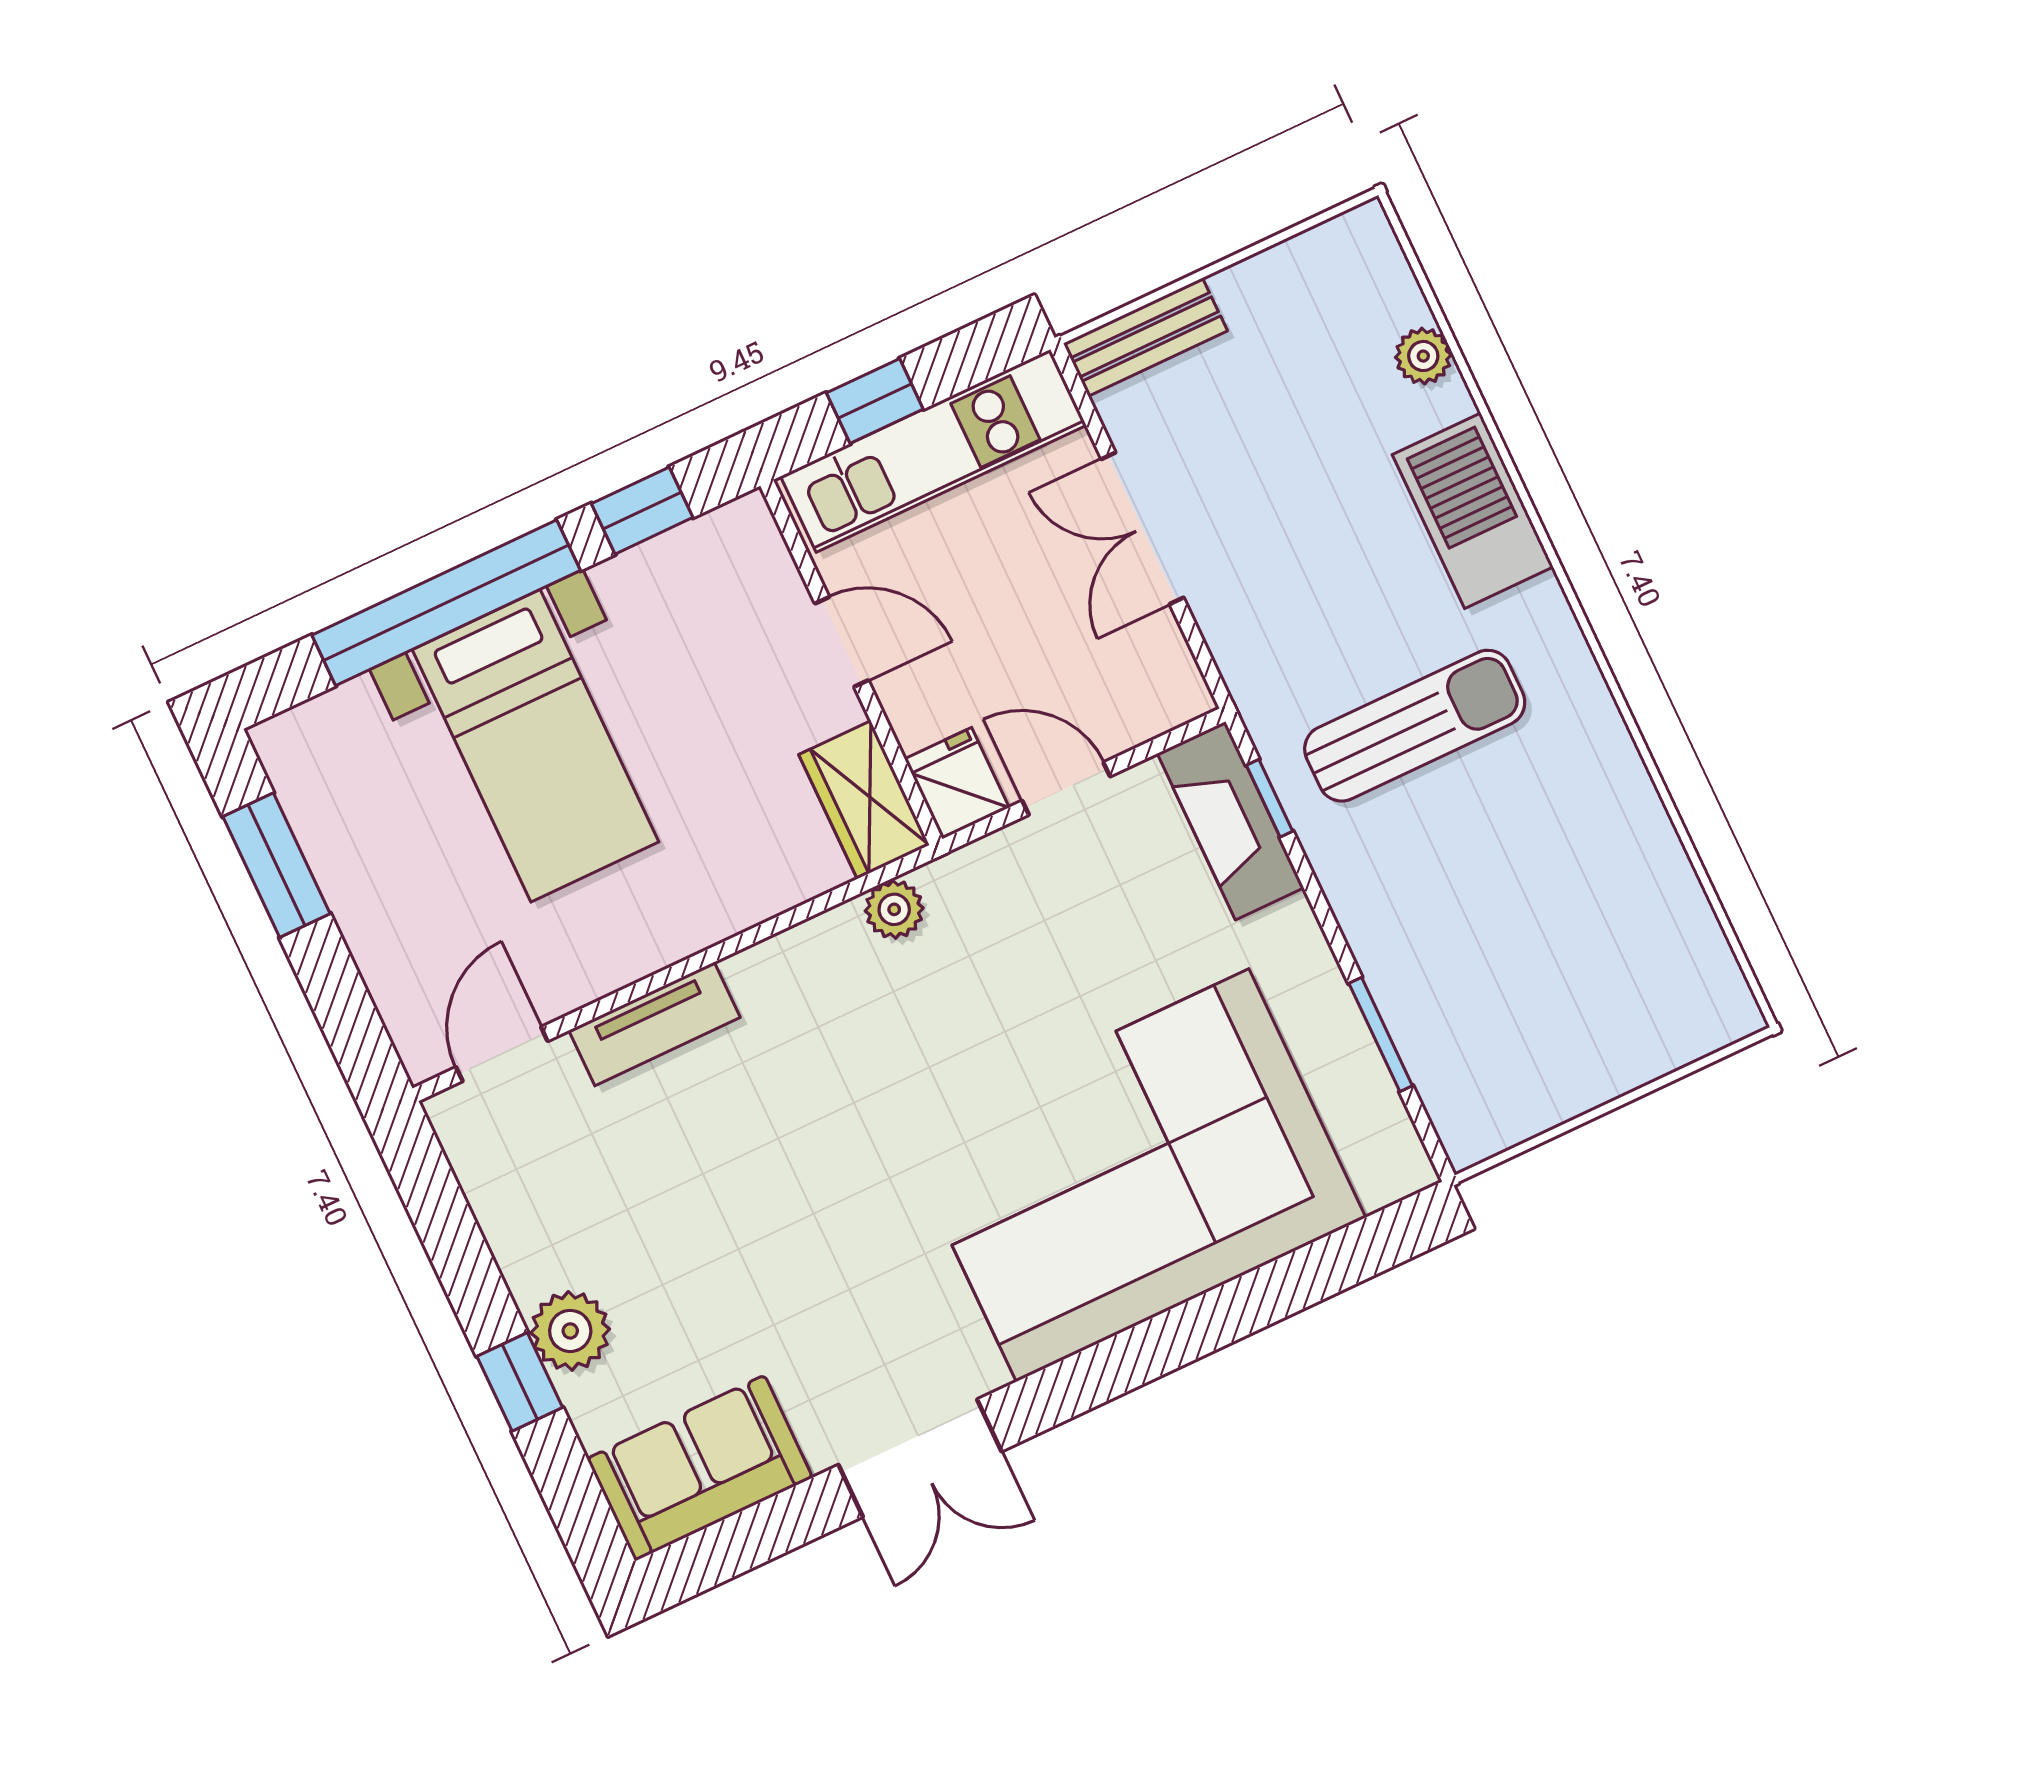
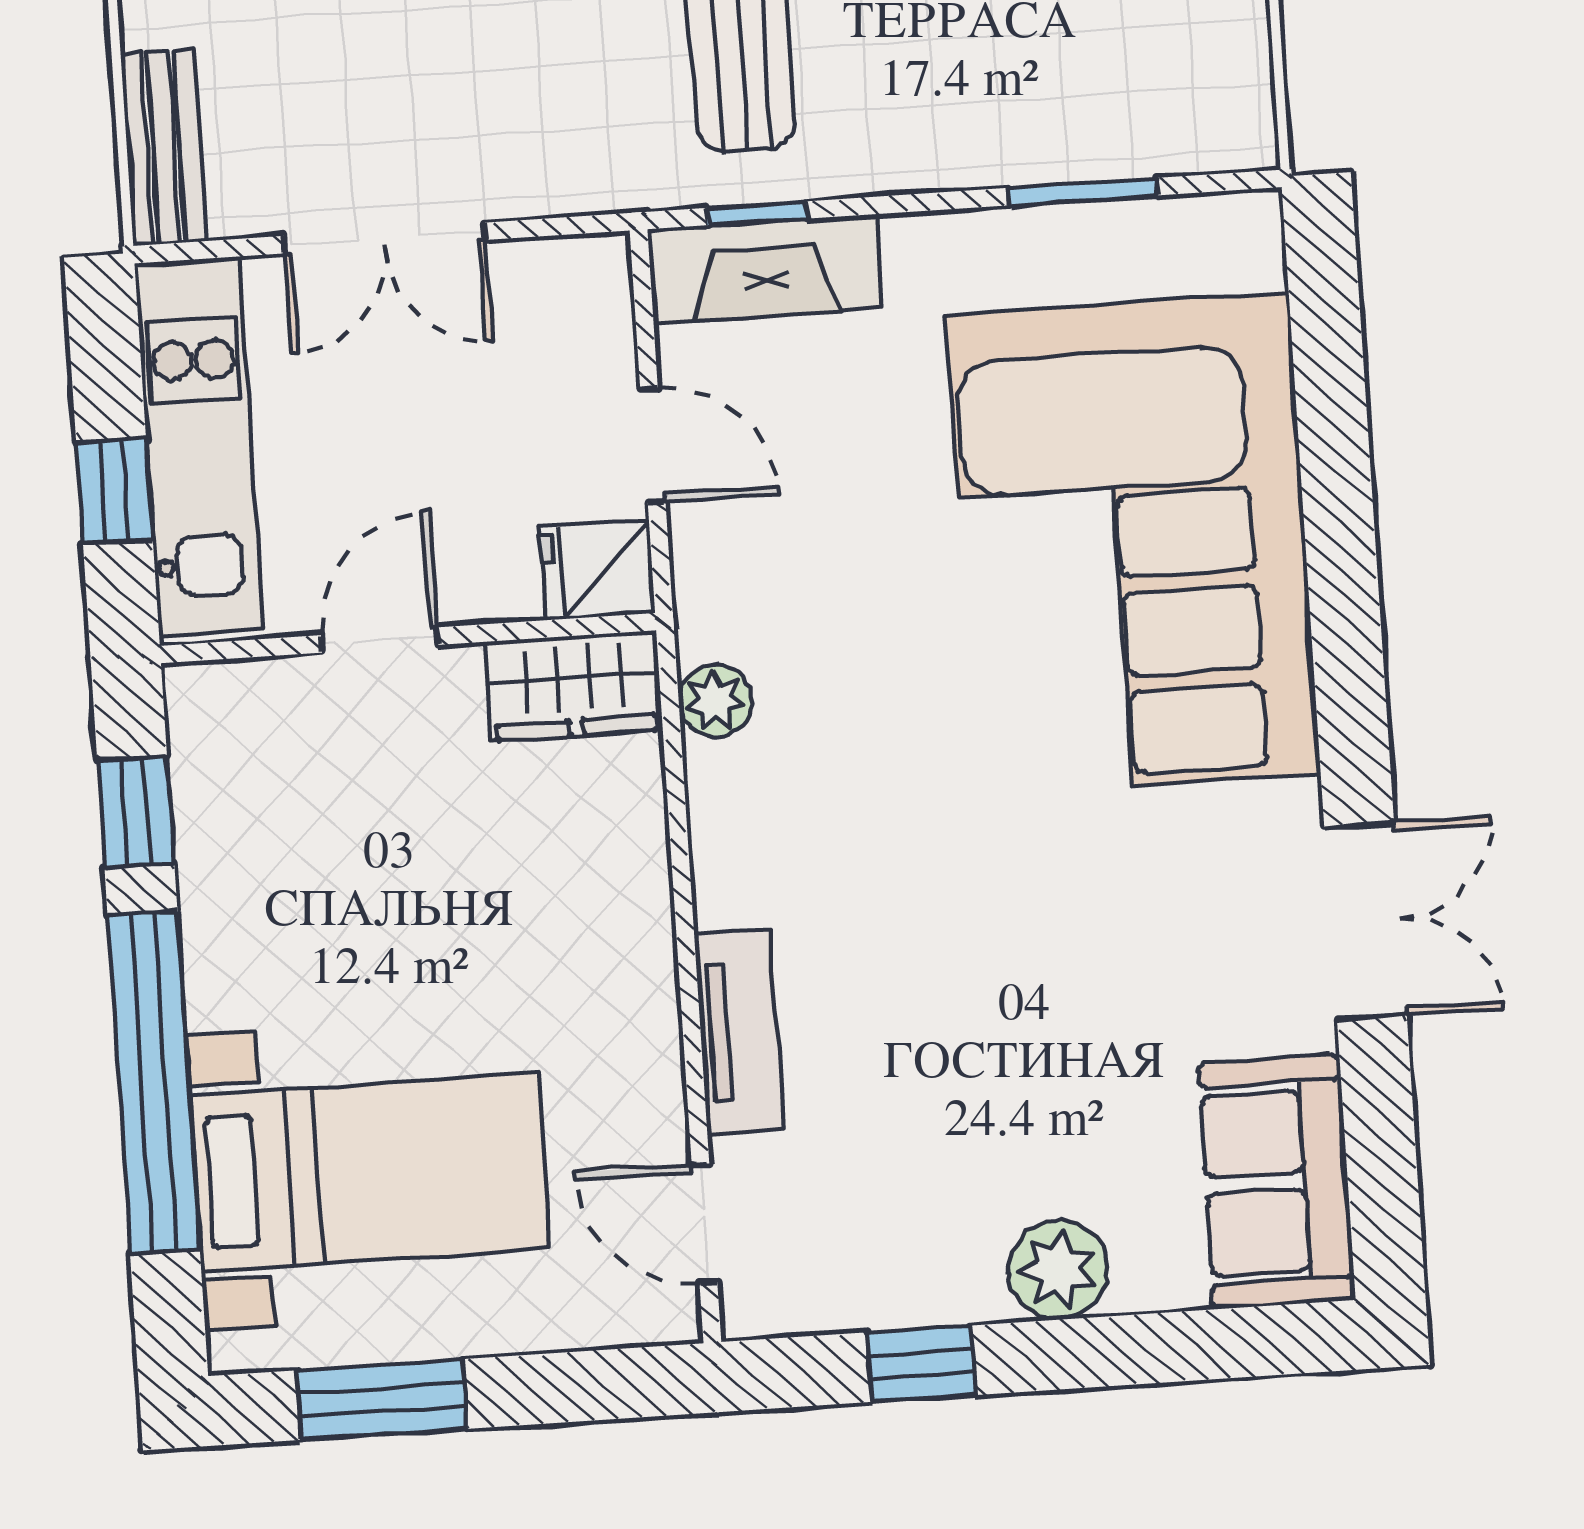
bed with nightstands: (535, 746) -> (369, 1172), moved
door: (1066, 789) -> (653, 445), swing flipped
window: (520, 1382) -> (921, 1364), moved

